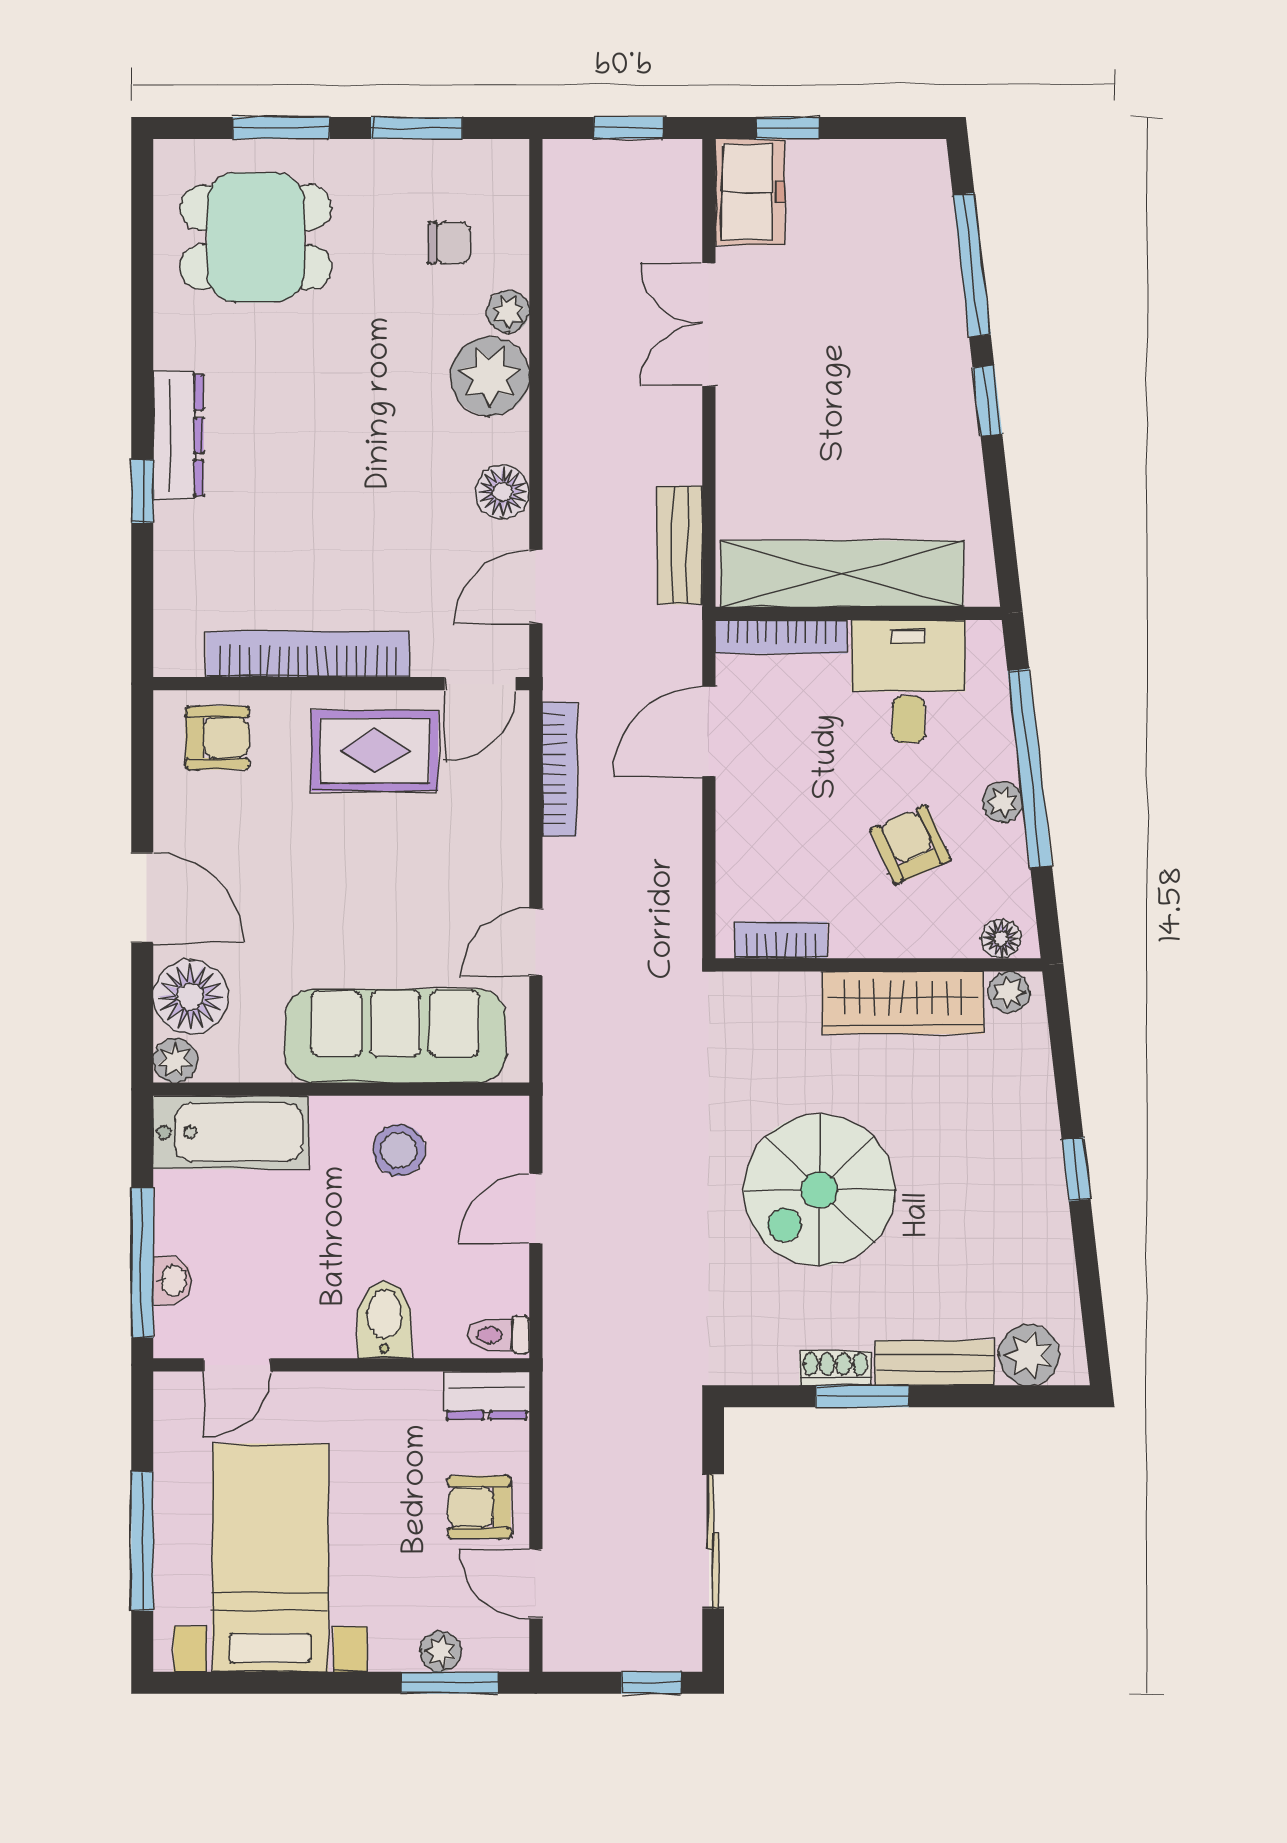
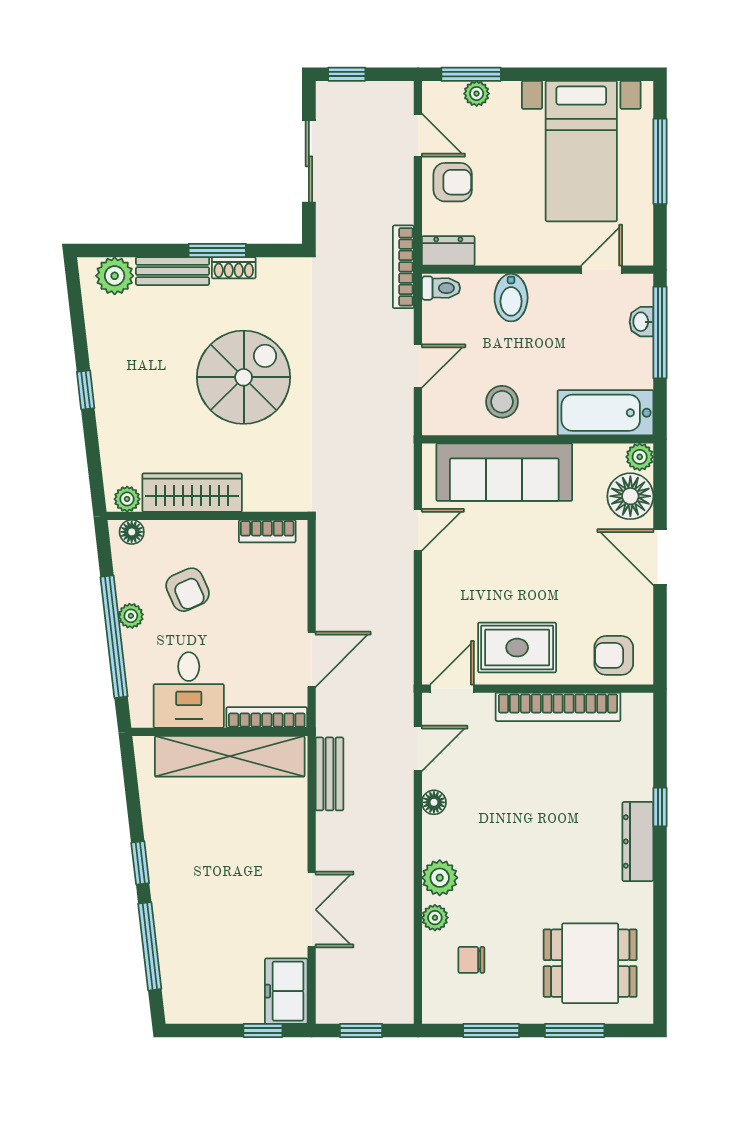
plant: (490, 376) -> (440, 878), width x0.73, depth x0.73
floor lamp: (502, 492) -> (434, 802), width x0.73, depth x0.73
bookcase: (559, 769) -> (403, 267), moved

